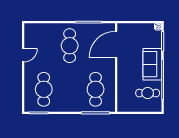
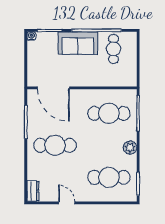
dresser: (33, 28) -> (33, 191), added
plant: (68, 106) -> (130, 148), added

